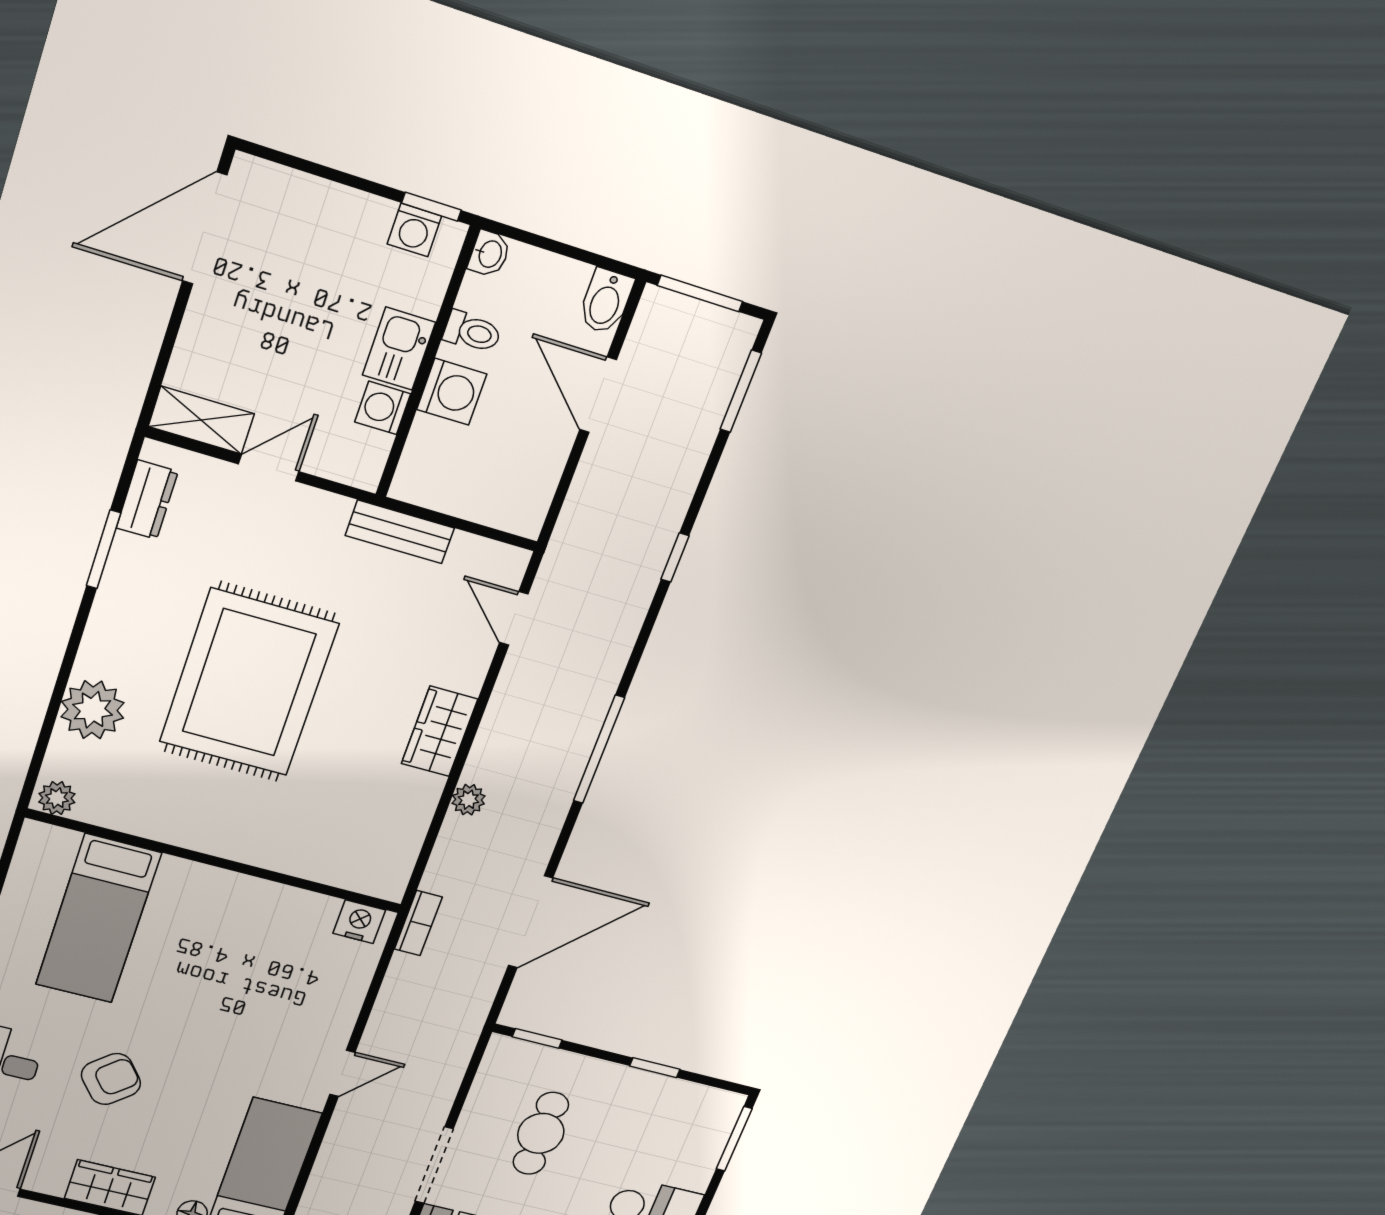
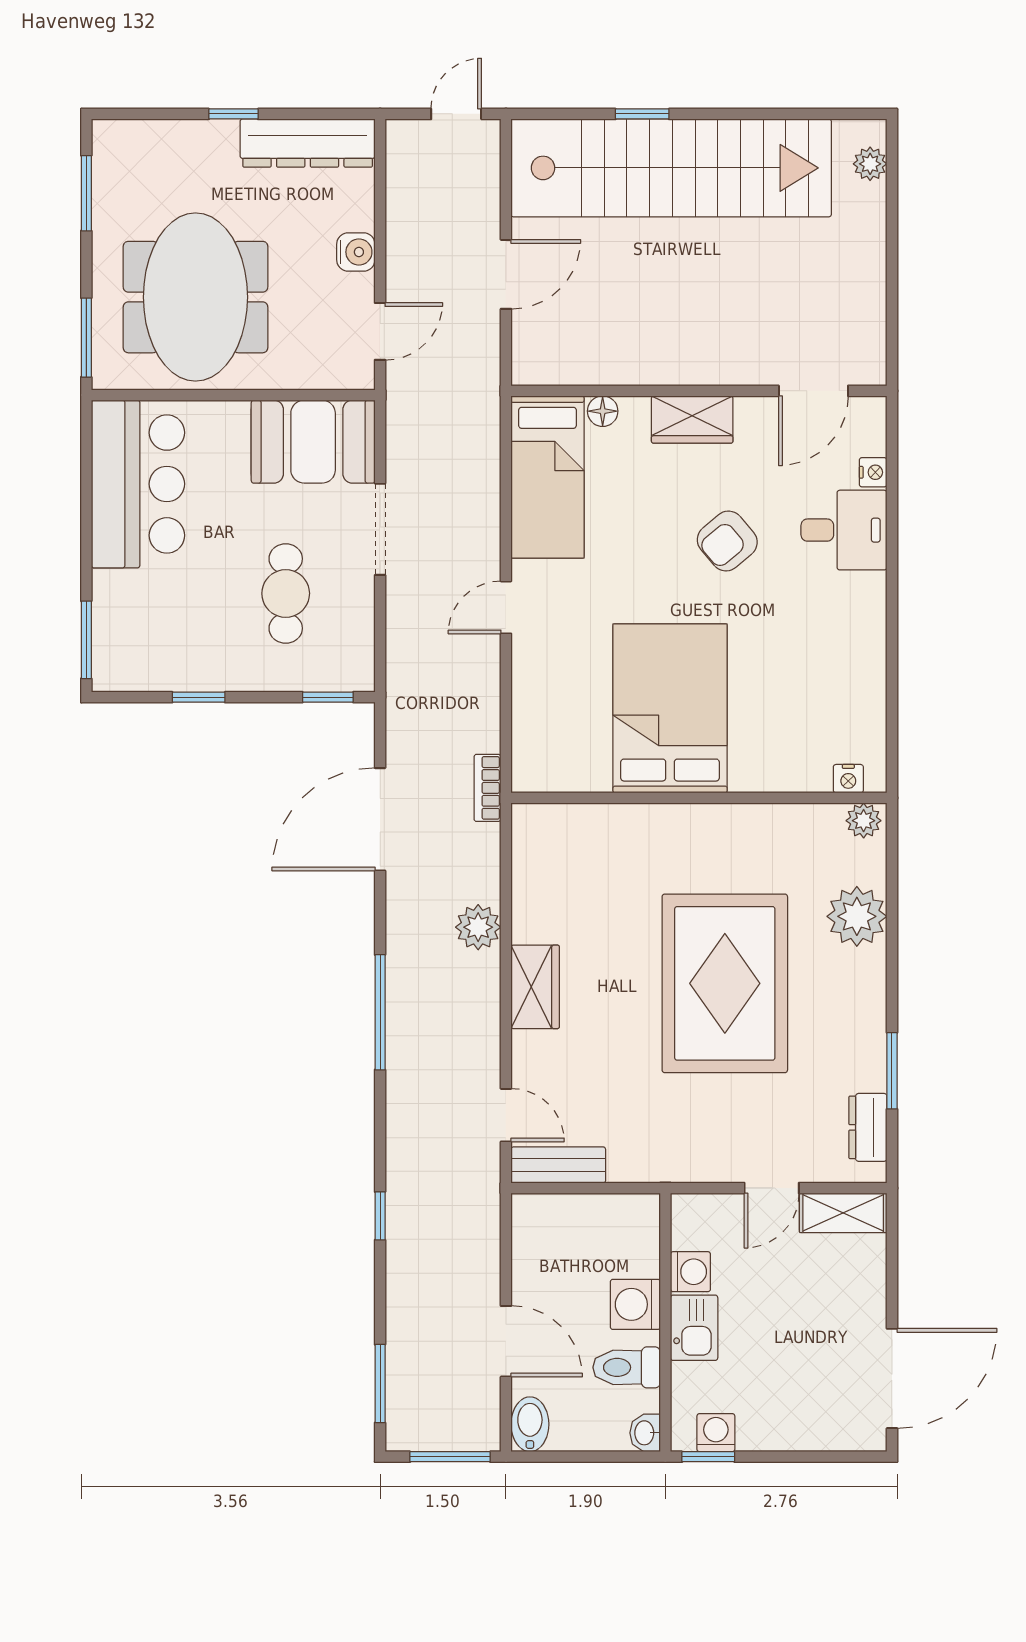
toilet: (472, 332) -> (627, 1367), width x1.37, depth x1.39
bench: (400, 532) -> (558, 1165), moved
plant: (468, 800) -> (478, 927), width x1.38, depth x1.38
bed: (98, 919) -> (670, 708), moved, width x1.50
nightstand: (359, 922) -> (848, 779), moved, width x0.72, depth x0.74

